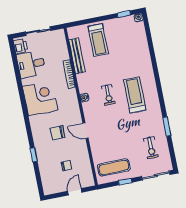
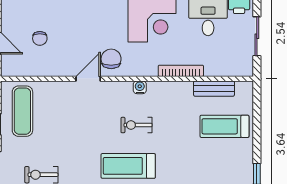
bench: (77, 56) -> (214, 89), width x0.73
treadmill: (135, 95) -> (128, 166), turned 180
chair: (58, 133) -> (111, 59), moved

